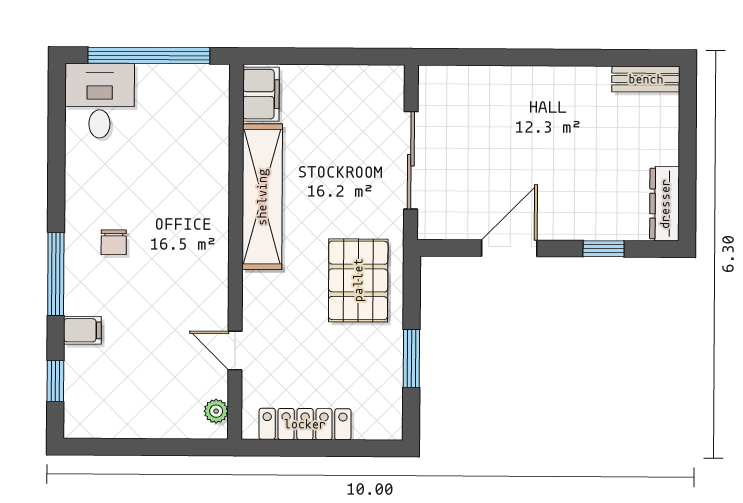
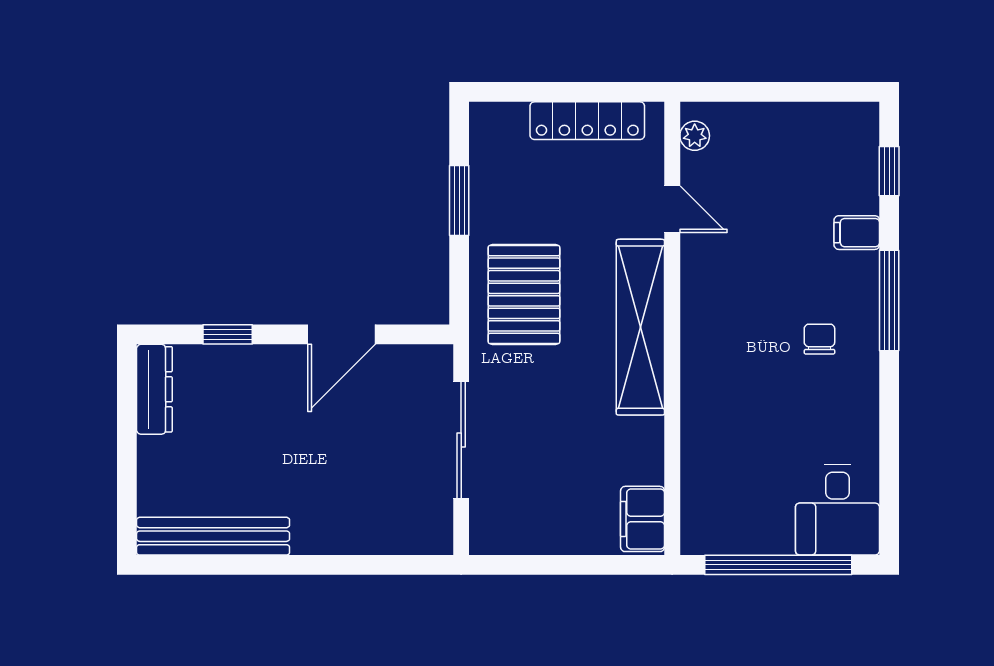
bench: (646, 79) -> (213, 536), width x1.86, depth x1.21
shelving: (262, 197) -> (640, 327), moved

